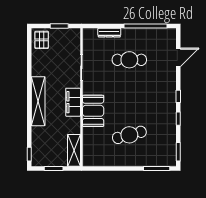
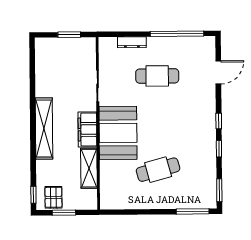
pallet: (42, 40) -> (53, 197), moved
booth: (93, 111) -> (118, 133), width x1.36, depth x1.42
shelving: (74, 150) -> (89, 168), moved

